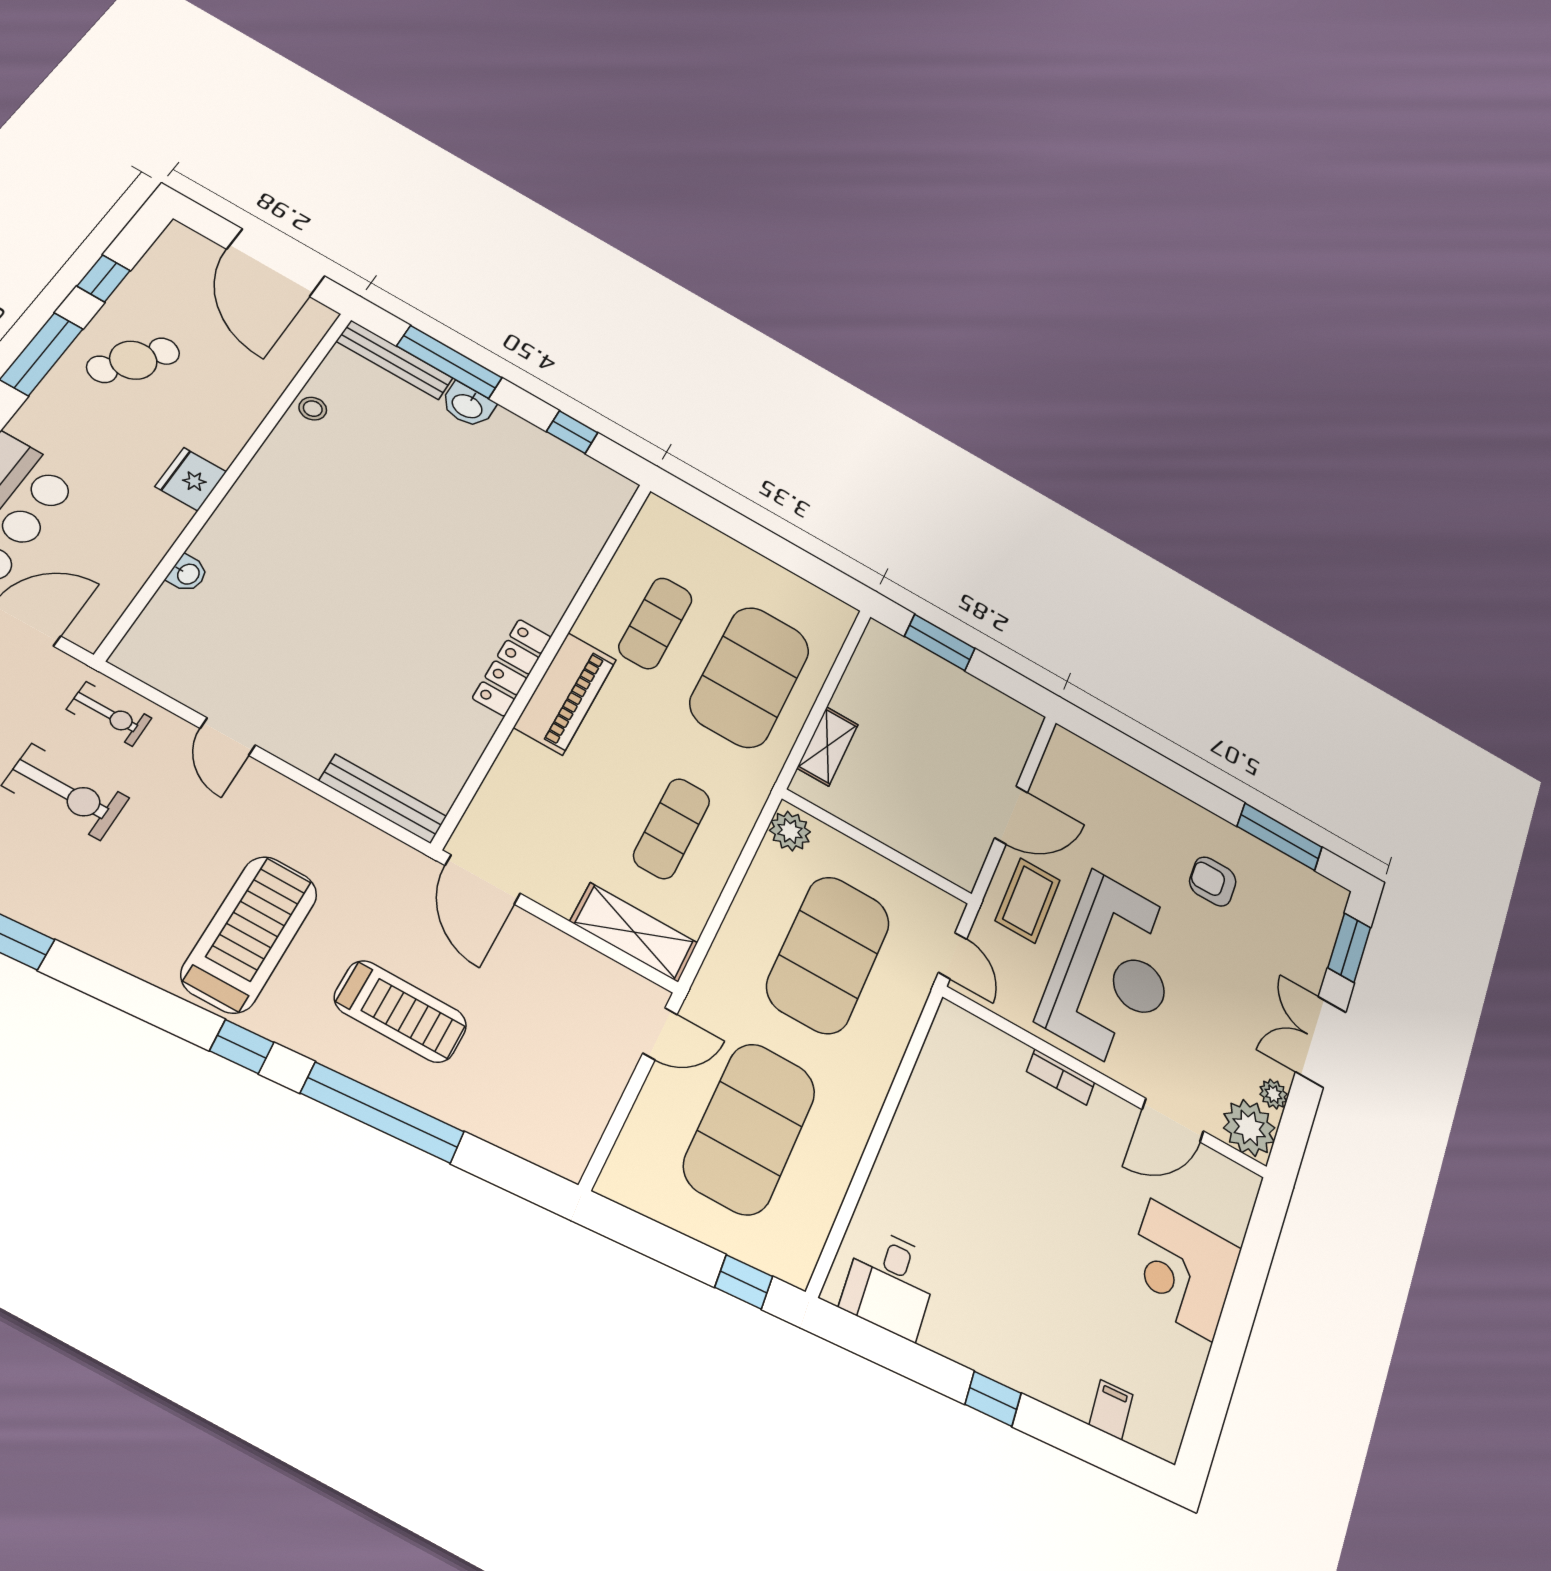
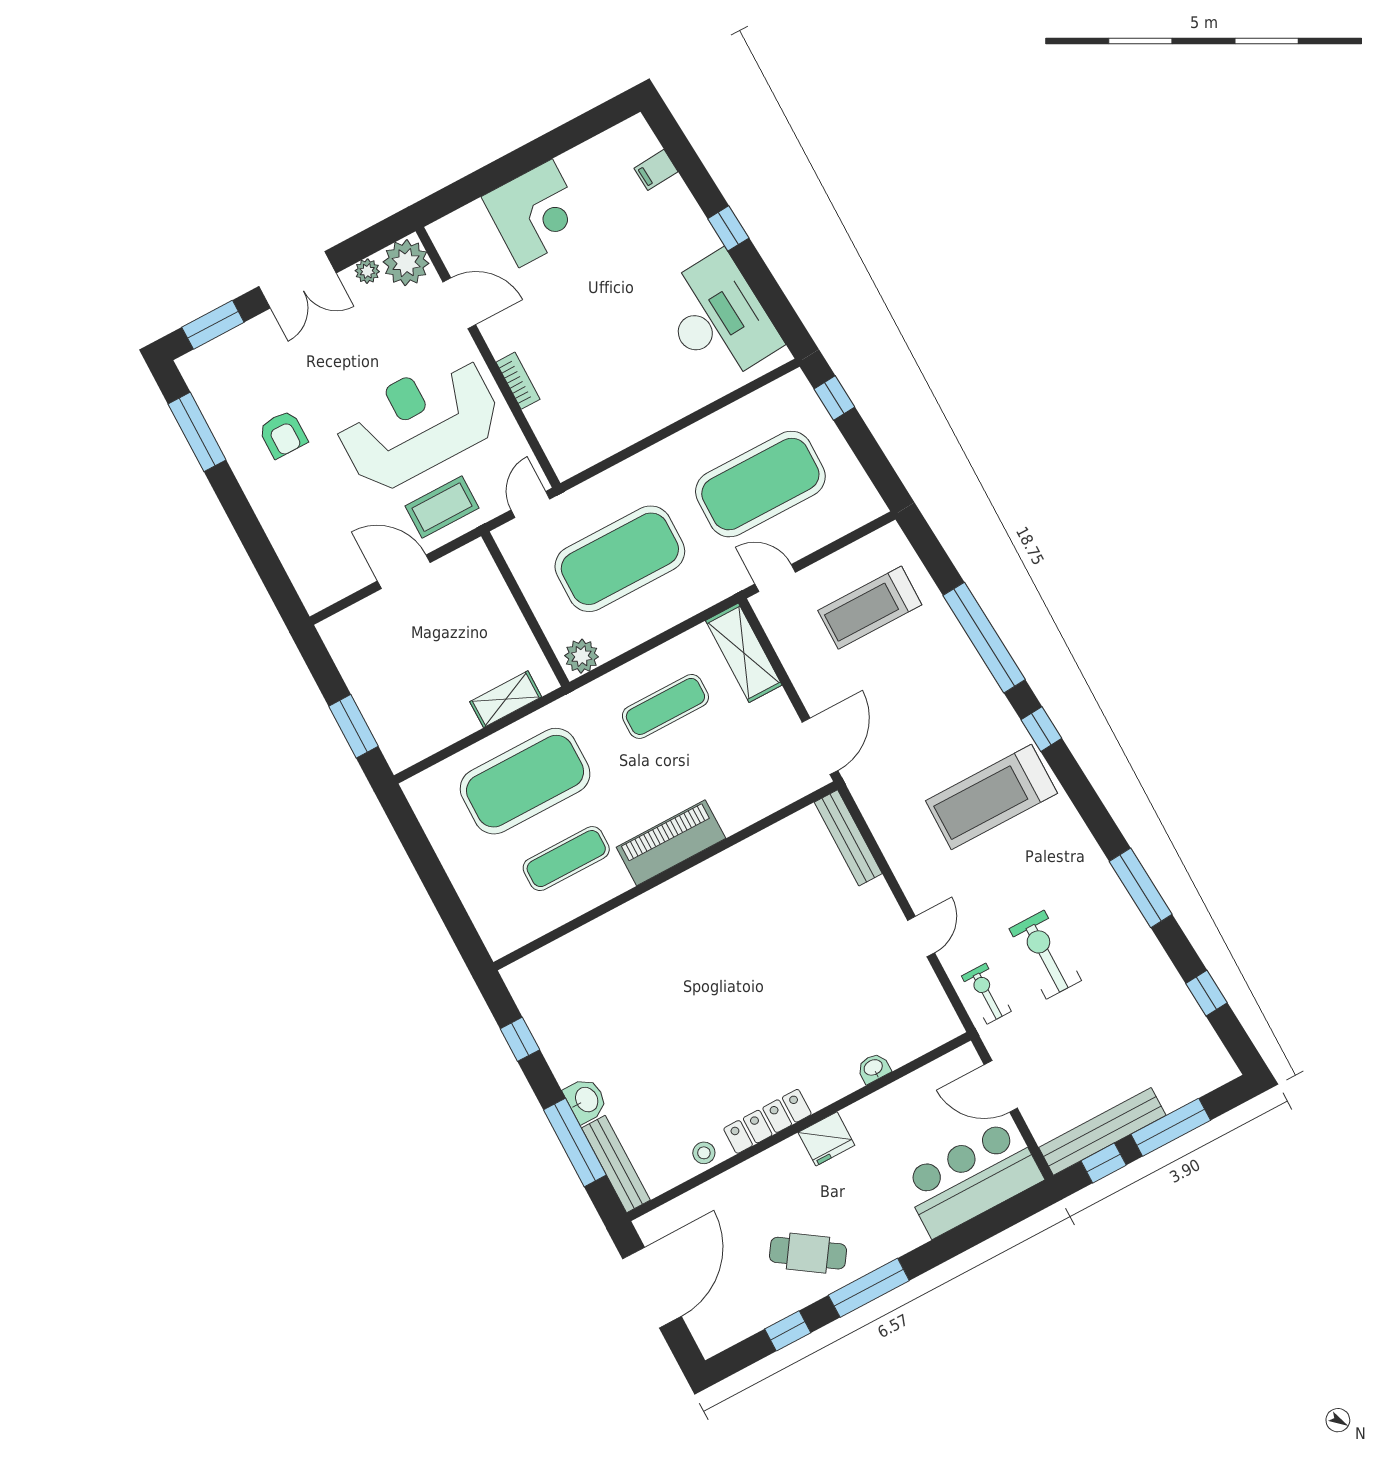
locker: (512, 667) -> (767, 1121), moved, turned 180
treadmill: (400, 1011) -> (870, 608), moved, turned -90
desk: (890, 1283) -> (718, 318), width x1.87, depth x1.30

